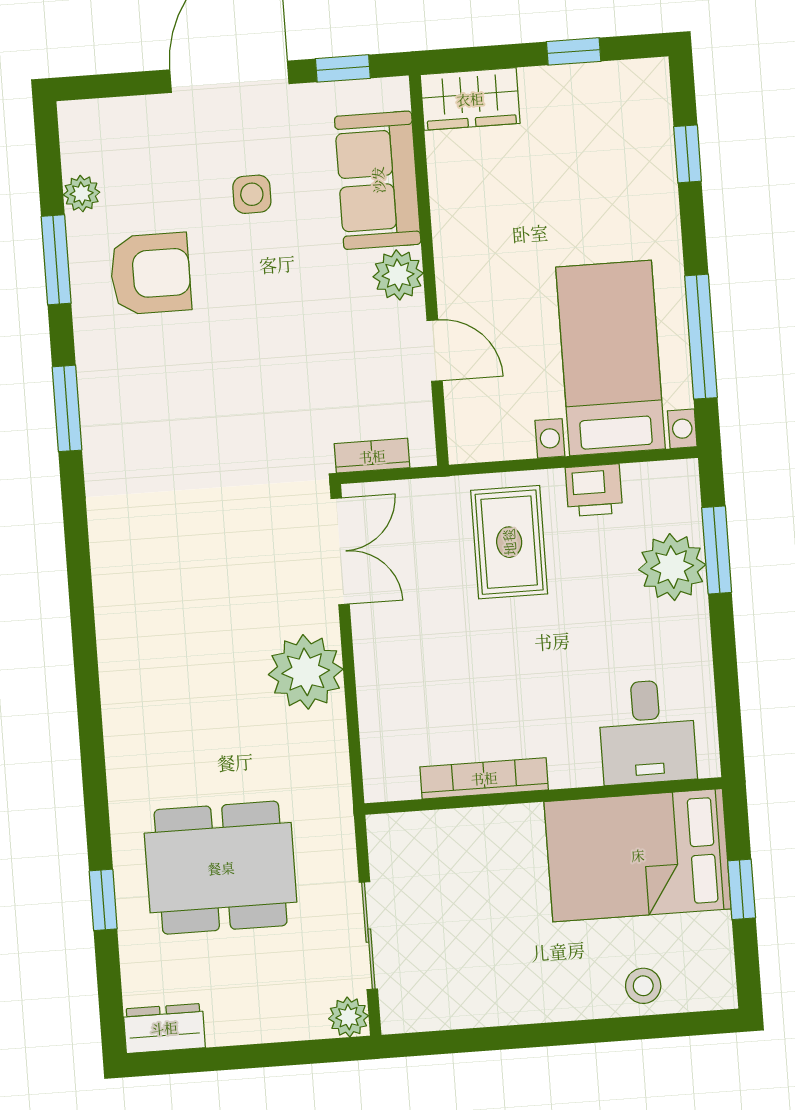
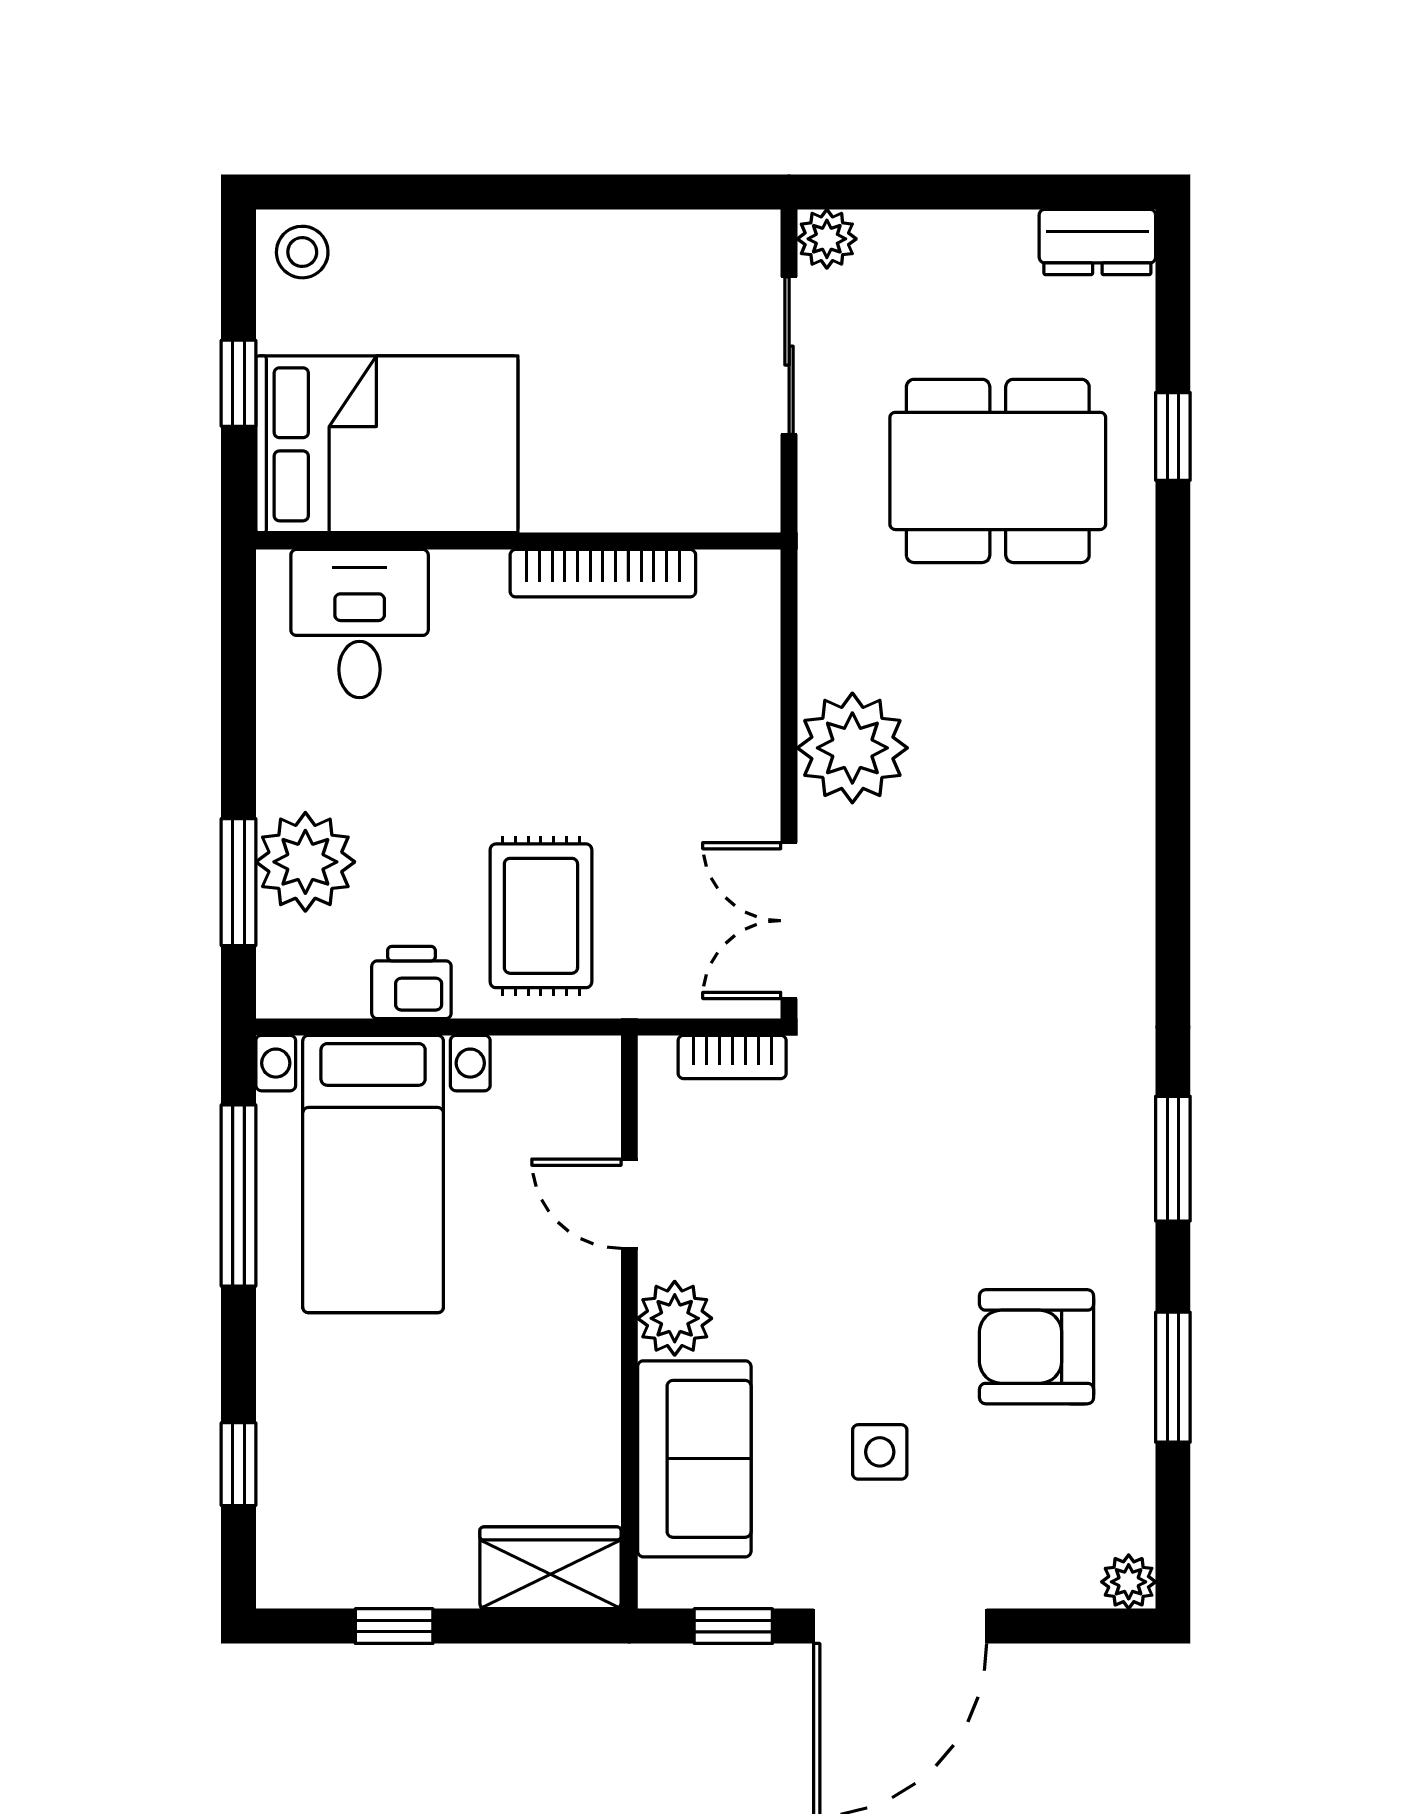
plant: (82, 194) -> (1129, 1582), moved
stool: (643, 986) -> (302, 252), moved

